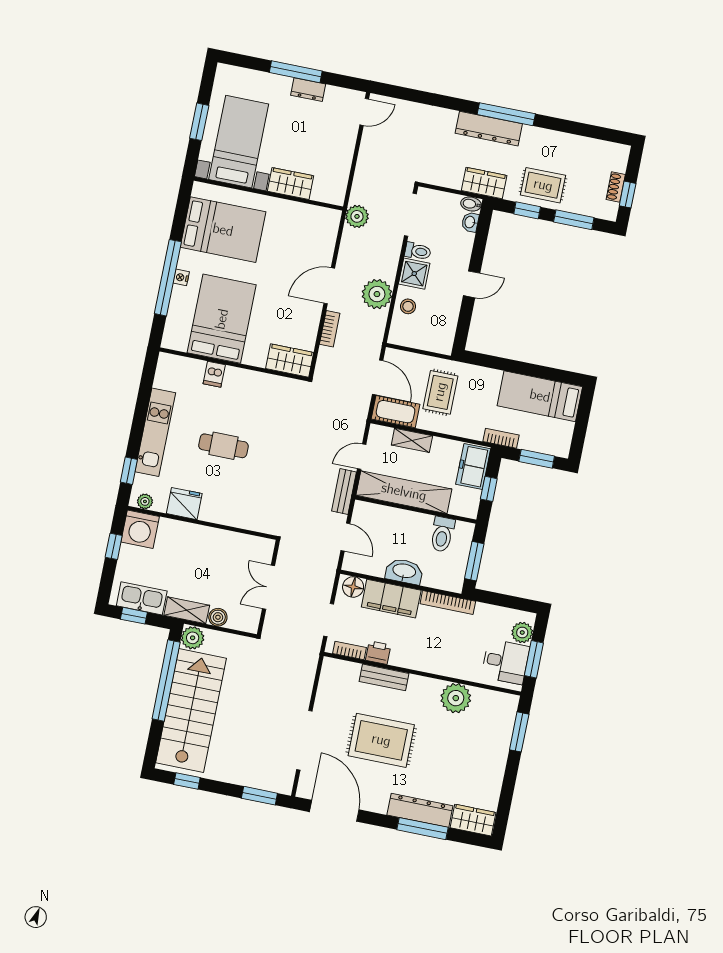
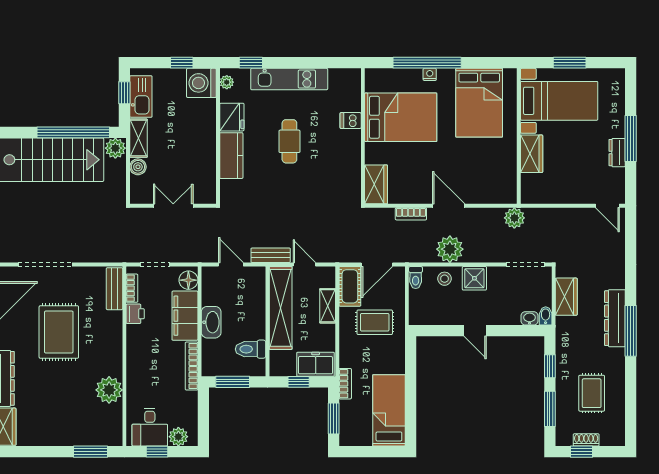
wardrobe: (484, 183) -> (566, 297), moved
rug: (543, 185) -> (592, 393), moved
toilet: (418, 251) -> (416, 278), moved
kitchen counter: (226, 513) -> (231, 156), added
door: (345, 537) -> (231, 265), swing flipped
window: (534, 659) -> (157, 452), width x0.67
bench: (384, 677) -> (114, 289), moved

